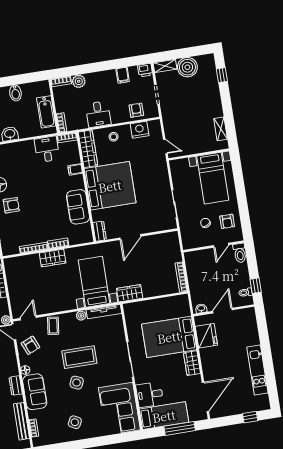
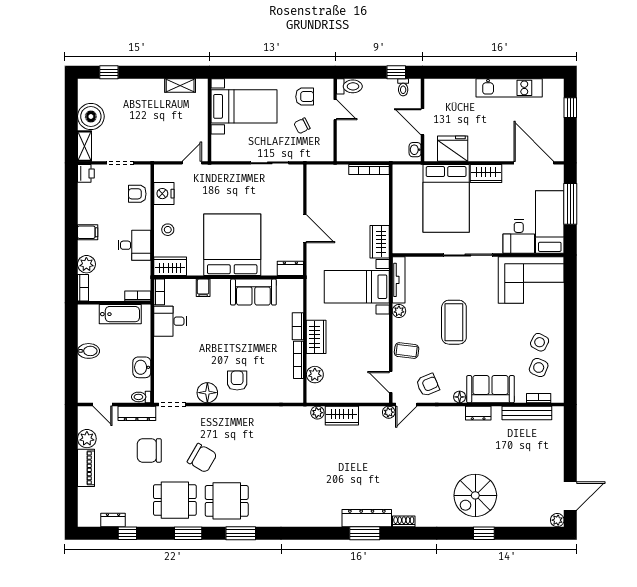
filing cabinet: (123, 75) -> (88, 232), moved
wardrobe: (88, 149) -> (170, 266), width x0.67
plant: (25, 261) -> (315, 375), added
side table: (77, 383) -> (539, 368), moved

